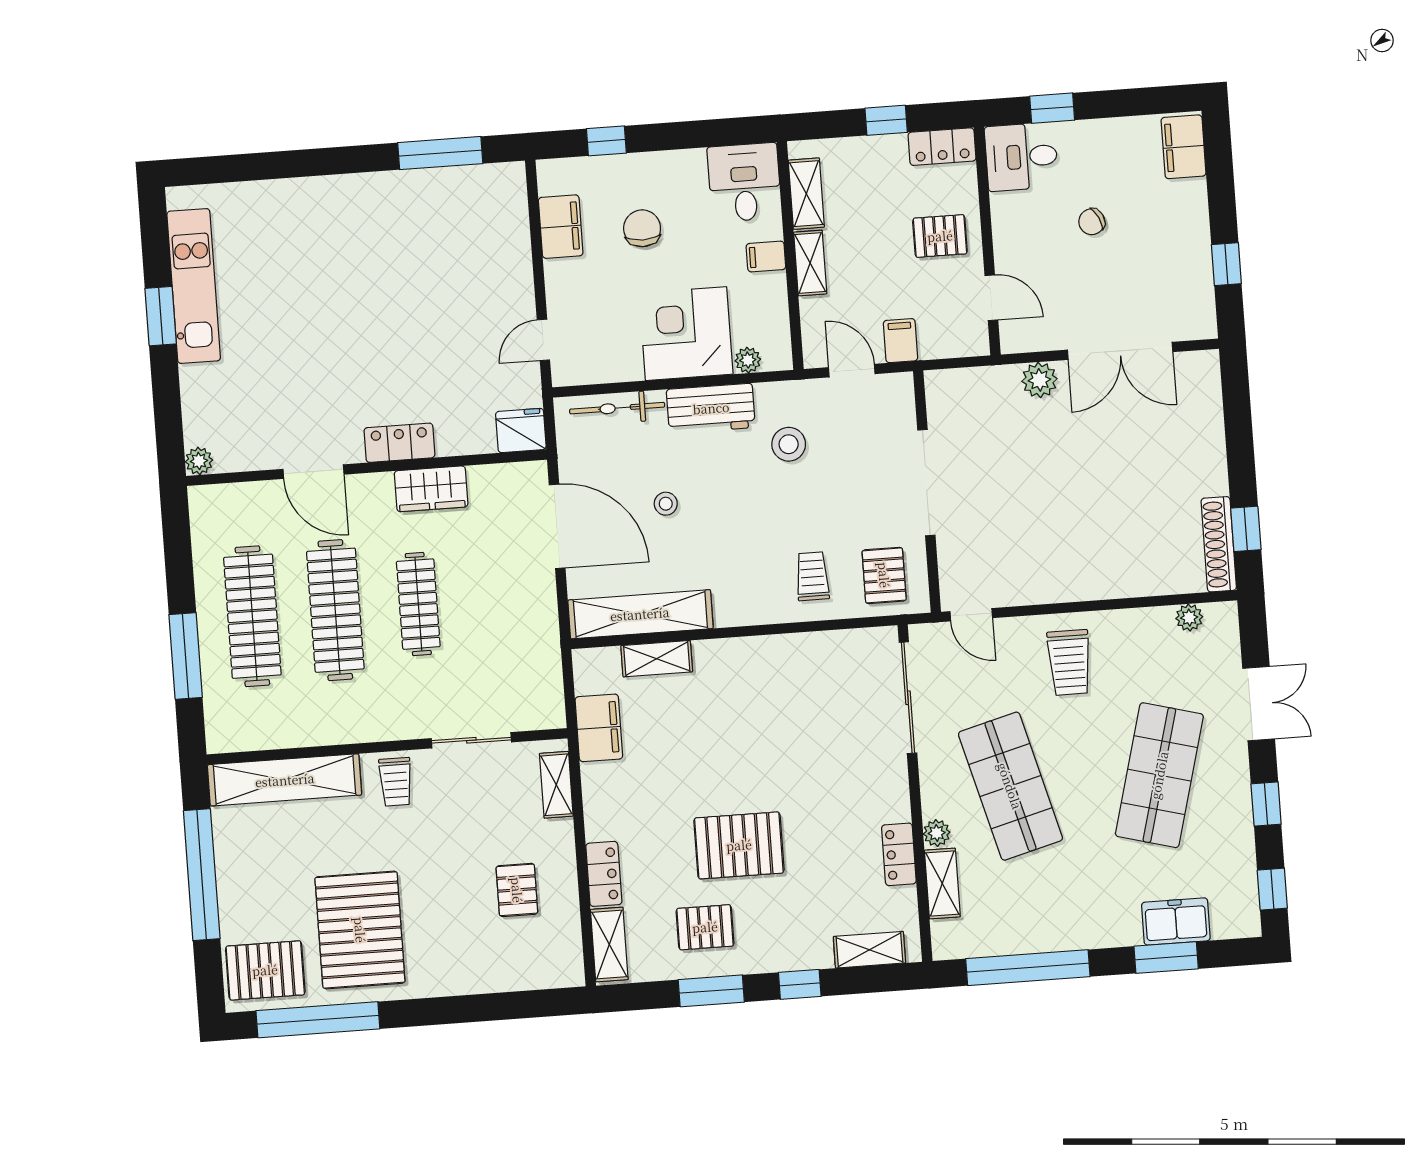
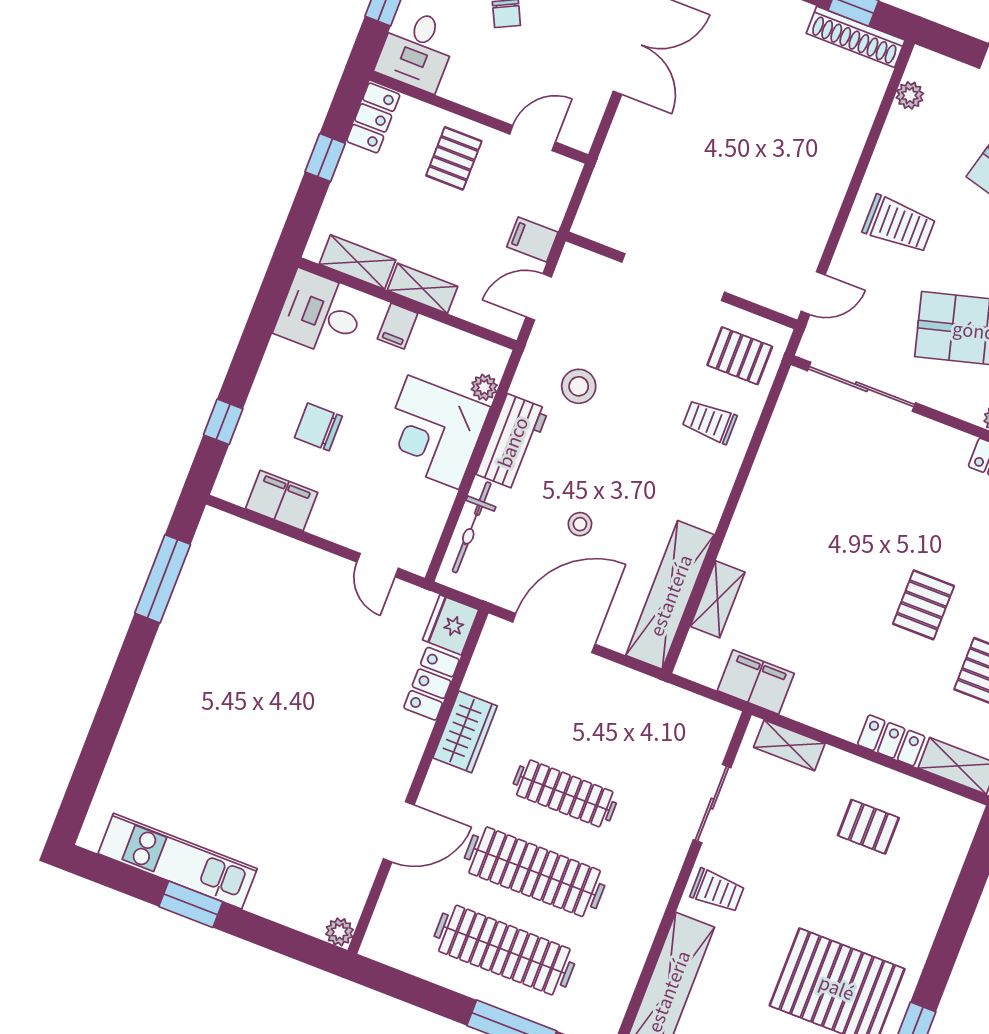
plant: (1039, 380) -> (628, 130), removed
locker: (399, 443) -> (431, 684), moved
pallet: (739, 845) -> (924, 605), width x0.67, depth x0.71

